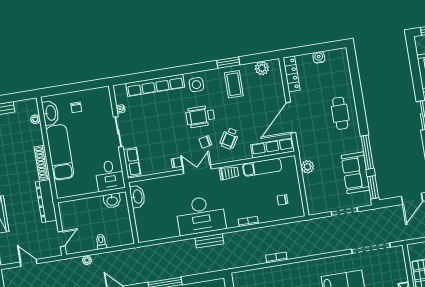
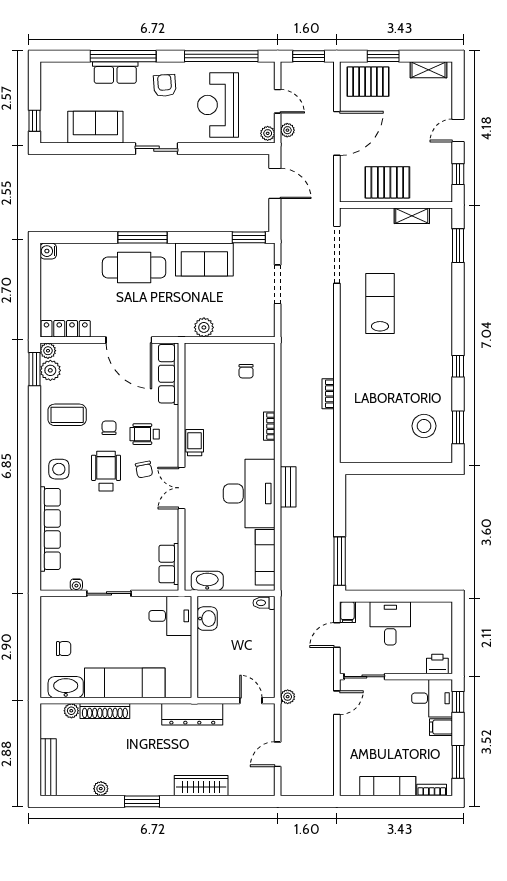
water cooler: (319, 57) -> (48, 251), moved
window: (228, 63) -> (34, 369), moved
plant: (275, 64) -> (48, 351), added
cafe table: (340, 113) -> (134, 268), width x1.37, depth x1.35
wheelchair: (200, 117) -> (106, 471), turned 180
wheelchair: (229, 138) -> (145, 434), turned 149
window: (367, 152) -> (143, 237), moved
row of seats: (132, 162) -> (169, 564), moved, turned -90
shoe rack: (42, 163) -> (105, 711), moved
chair: (177, 163) -> (109, 428), moved
exam couch: (262, 167) -> (265, 557), moved, turned 180
sofa: (355, 173) -> (204, 259), moved
toilet: (101, 242) -> (264, 603), moved
plant: (87, 260) -> (288, 697), moved

